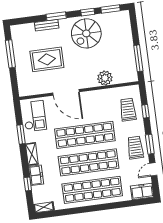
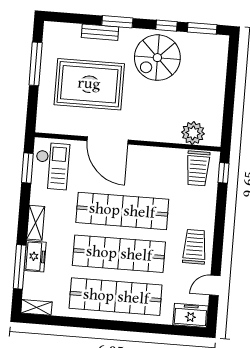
window: (138, 58) -> (228, 112), removed
rug: (47, 59) -> (89, 84), width x1.37, depth x1.44
plant: (105, 78) -> (193, 133), moved
trolley: (128, 110) -> (198, 168), moved, turned 180
window: (145, 111) -> (224, 173), moved
window: (21, 134) -> (27, 168), moved
window: (150, 144) -> (218, 246), removed
window: (28, 184) -> (20, 267), width x2.17

